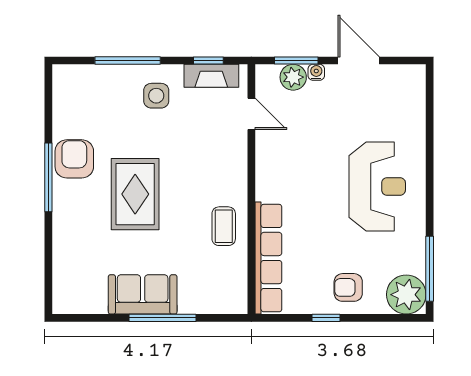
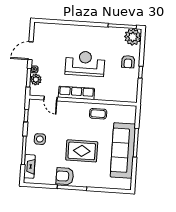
fireplace: (211, 76) -> (29, 166), moved
door: (251, 114) -> (50, 99), swing flipped
reception desk: (377, 186) -> (85, 64), moved
row of seats: (268, 258) -> (76, 93), moved, width x0.73
sofa: (143, 294) -> (123, 150), width x1.85, depth x1.27

